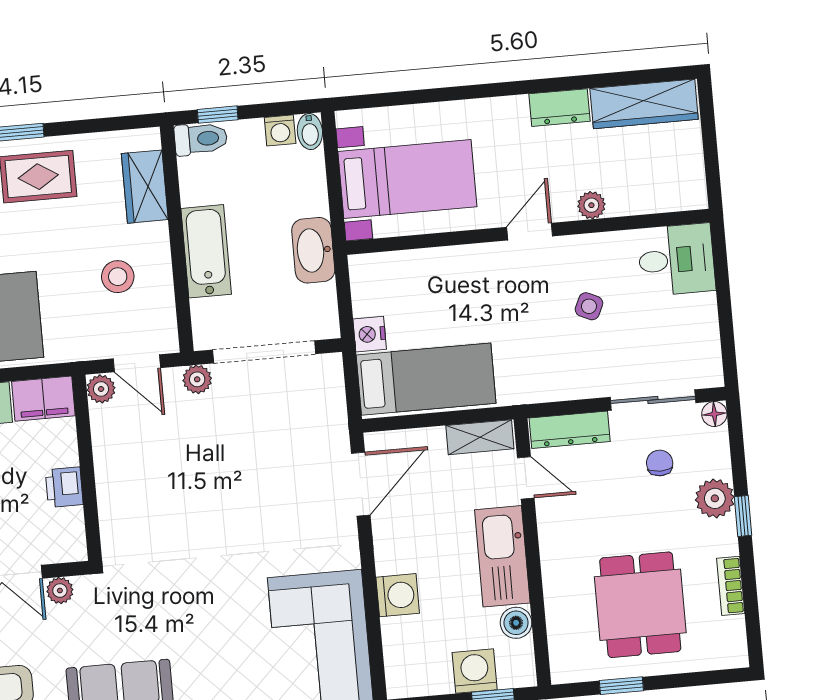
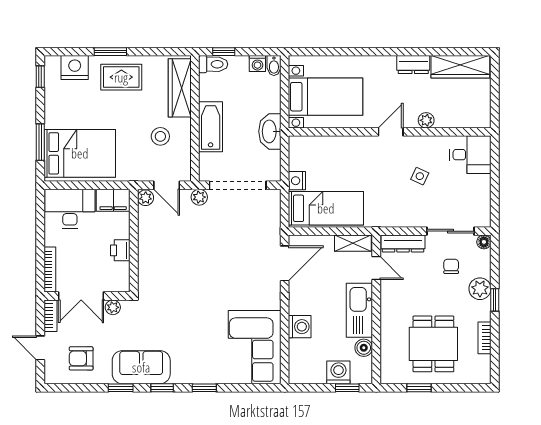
wardrobe: (145, 187) -> (180, 88), width x1.50

